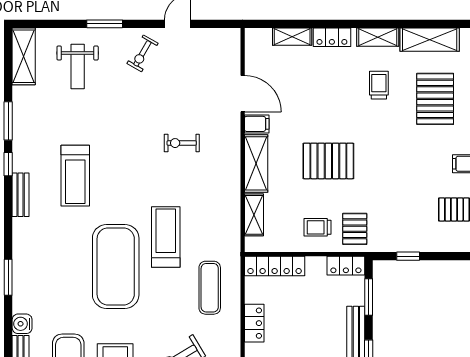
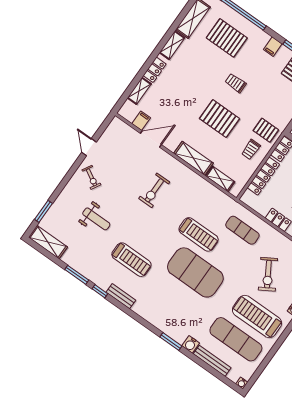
window: (105, 24) -> (44, 211), moved
weight bench: (78, 66) -> (96, 219), moved
trolley: (379, 85) -> (236, 83), moved
filing cabinet: (257, 124) -> (141, 121), moved
exercise bike: (182, 143) -> (154, 190), width x1.38, depth x1.39
pallet: (328, 161) -> (220, 119), turned 90
treadmill: (166, 237) -> (199, 234), turned 180
locker: (275, 266) -> (263, 176), moved
window: (8, 277) -> (171, 342), moved

